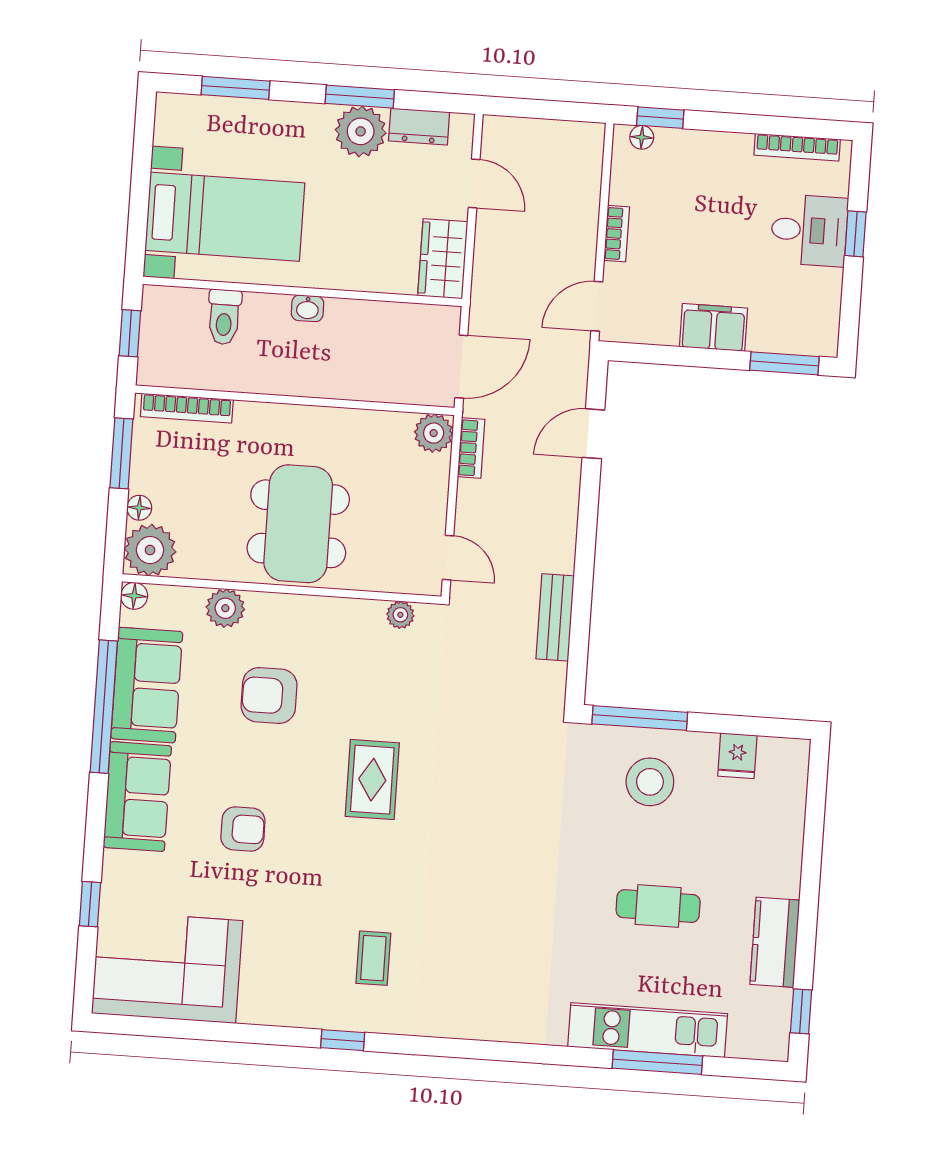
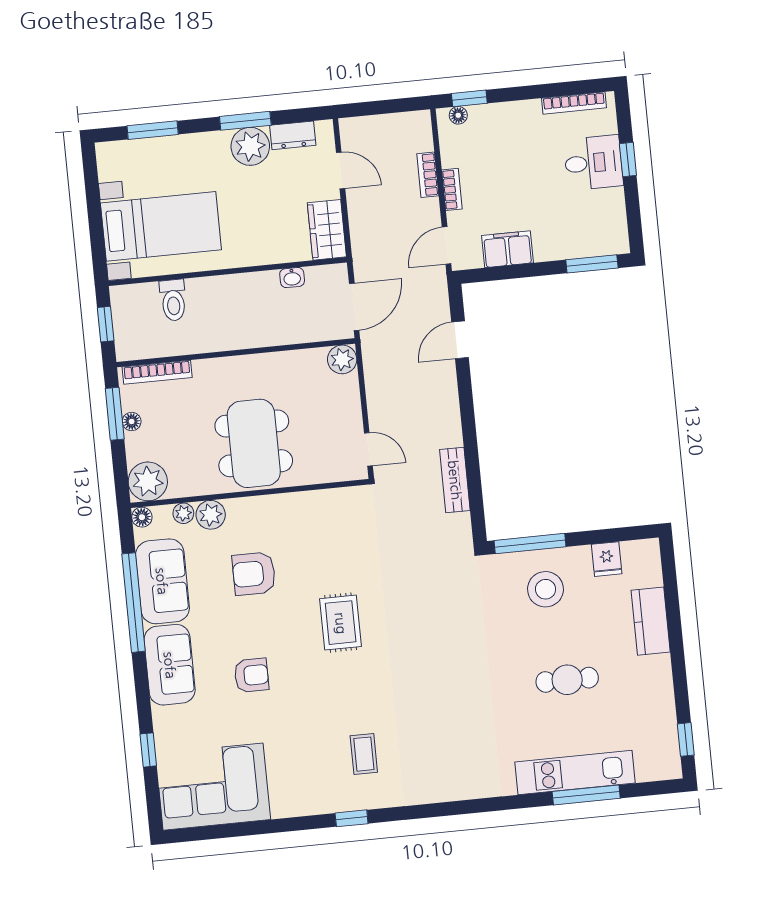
washbasin: (307, 308) -> (292, 278), moved
filing cabinet: (714, 327) -> (507, 249), moved
bookcase: (471, 448) -> (428, 175), moved, turned 180
floor lamp: (139, 508) -> (132, 422), moved
plant: (400, 615) -> (183, 513), moved
kitchen counter: (775, 942) -> (651, 621), moved

